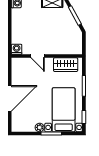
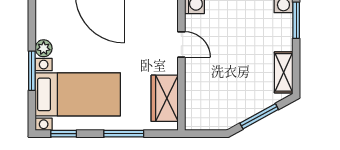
door: (38, 56) -> (181, 44), swing flipped

